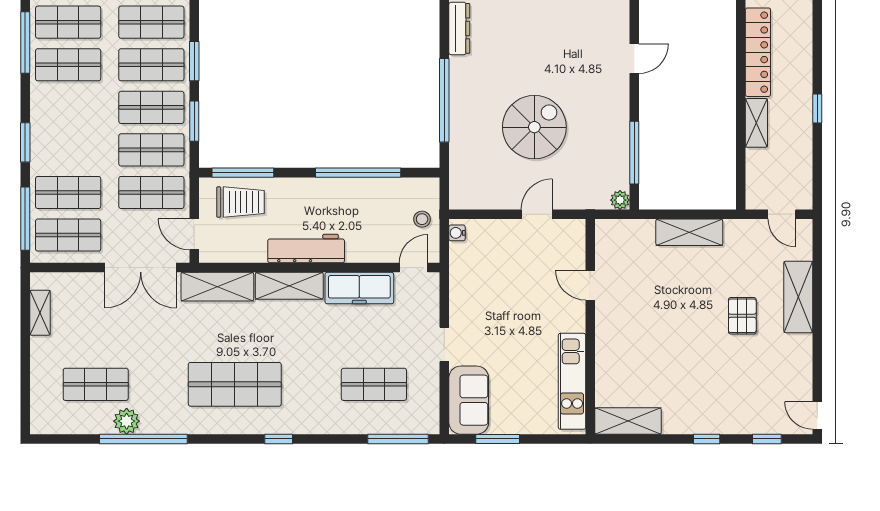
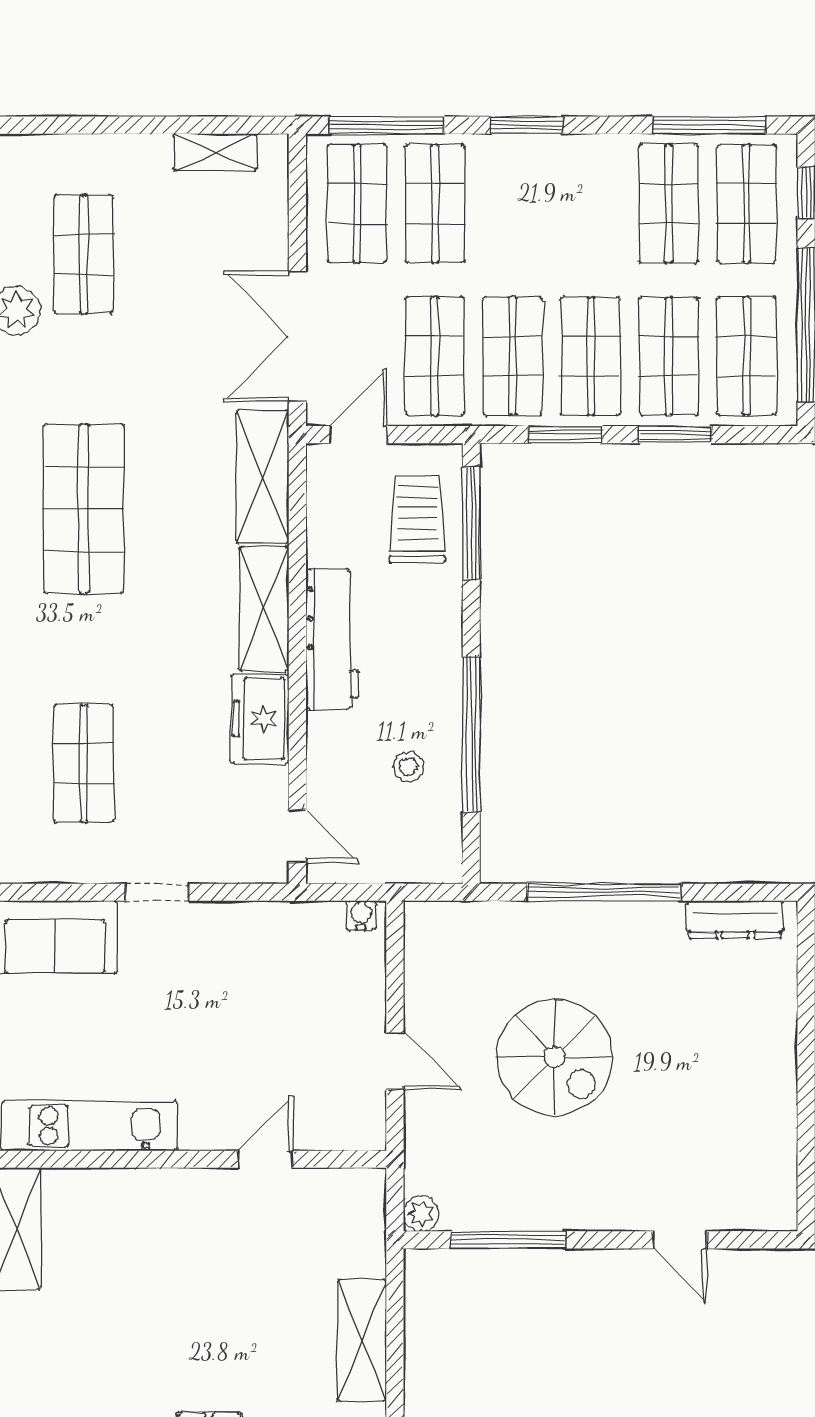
trolley: (241, 202) -> (417, 519), turned 180
stool: (422, 219) -> (408, 767), moved
freezer: (359, 288) -> (260, 719), width x0.71

